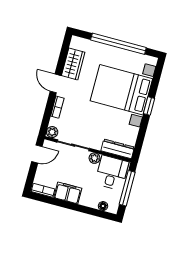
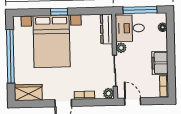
wardrobe: (73, 64) -> (28, 93), moved

